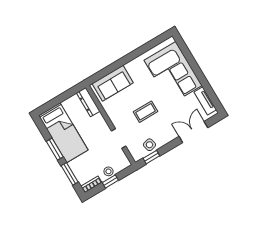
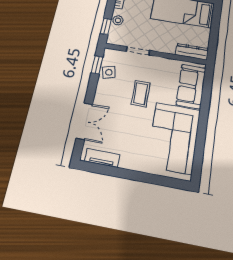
corner sofa: (173, 73) -> (174, 138), moved, turned -90
window: (110, 181) -> (106, 26), moved

